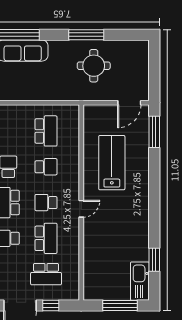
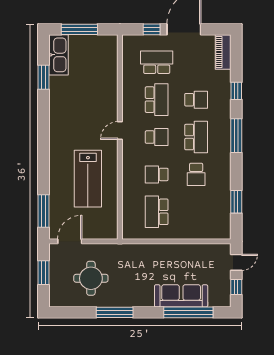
round table: (94, 66) -> (91, 278), moved
window: (154, 73) -> (44, 273), added
school desk: (46, 238) -> (157, 100), turned 180

